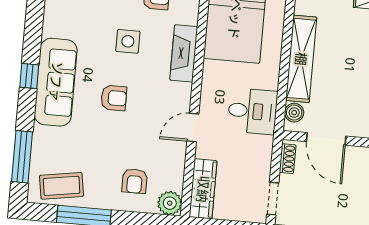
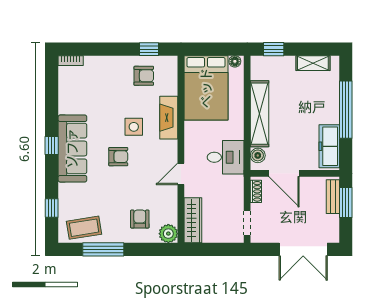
side table: (128, 41) -> (134, 127), moved
window: (22, 157) -> (52, 208), width x0.46
armchair: (135, 181) -> (140, 219), turned 180

